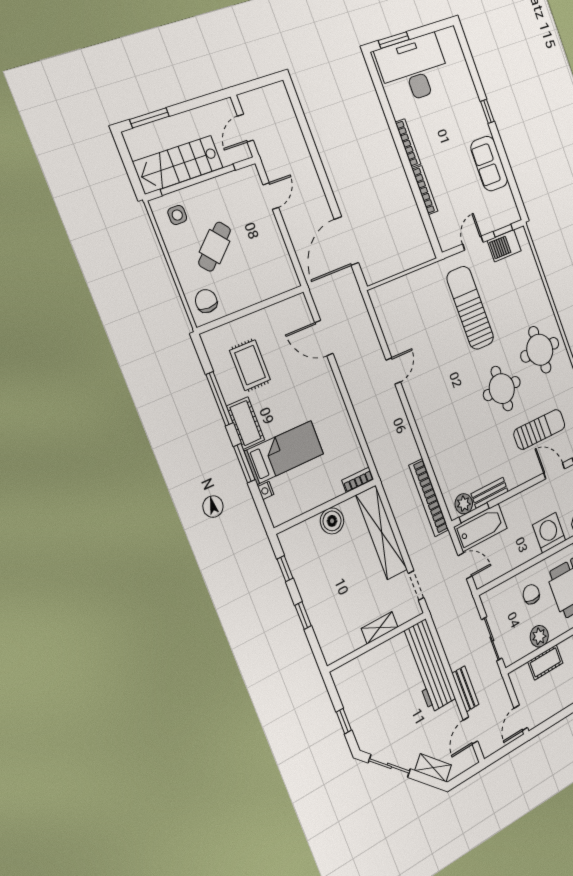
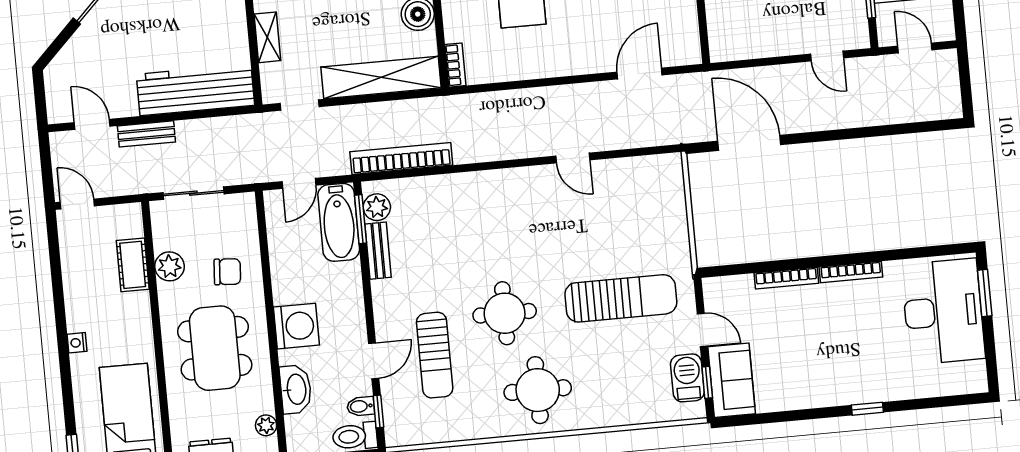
sofa: (489, 164) -> (732, 380), moved, turned 90
shelving: (433, 768) -> (69, 56), removed

